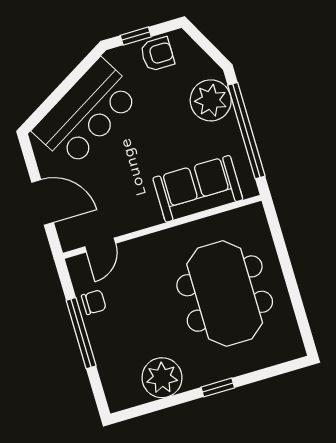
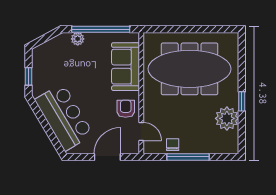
armchair: (157, 54) -> (126, 109), moved
plant: (211, 100) -> (78, 39), width x0.53, depth x0.53
meeting table: (225, 294) -> (190, 69), width x1.36
window: (218, 387) -> (242, 101), moved

